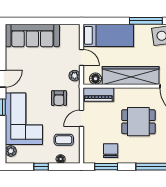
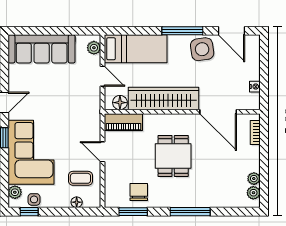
plant: (75, 76) -> (94, 48), moved
armchair: (59, 98) -> (75, 127), removed
door: (82, 118) -> (103, 152), hinge flipped
dining table: (138, 122) -> (173, 156), turned 90
side table: (26, 157) -> (34, 199), added
window: (41, 167) -> (29, 212), moved

